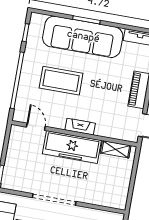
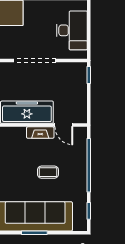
coffee table: (61, 81) -> (48, 172), width x0.54, depth x0.58
fireplace: (80, 127) -> (40, 133), moved

